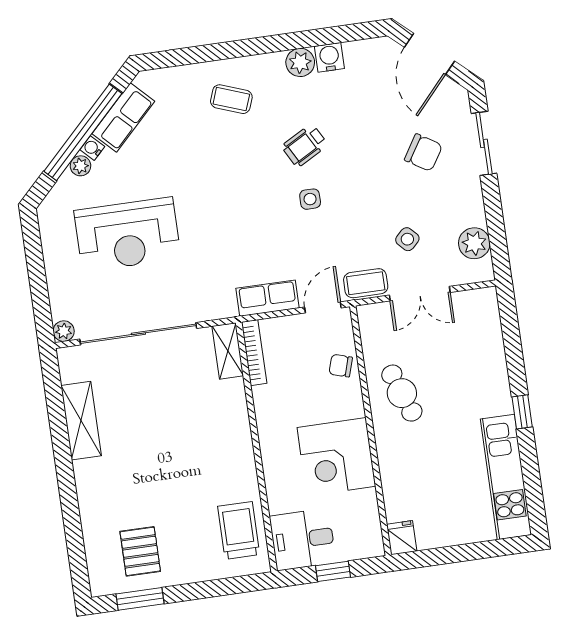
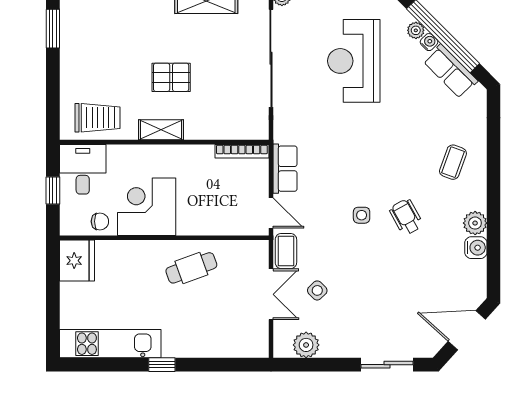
chair: (423, 153) -> (387, 314), removed
double door: (420, 294) -> (271, 294), swing flipped
shelving: (228, 351) -> (161, 130), moved
chair: (341, 366) -> (100, 221), moved, turned 73
fridge: (402, 538) -> (77, 261), width x1.88, depth x1.34
pallet: (140, 551) -> (171, 77), moved

